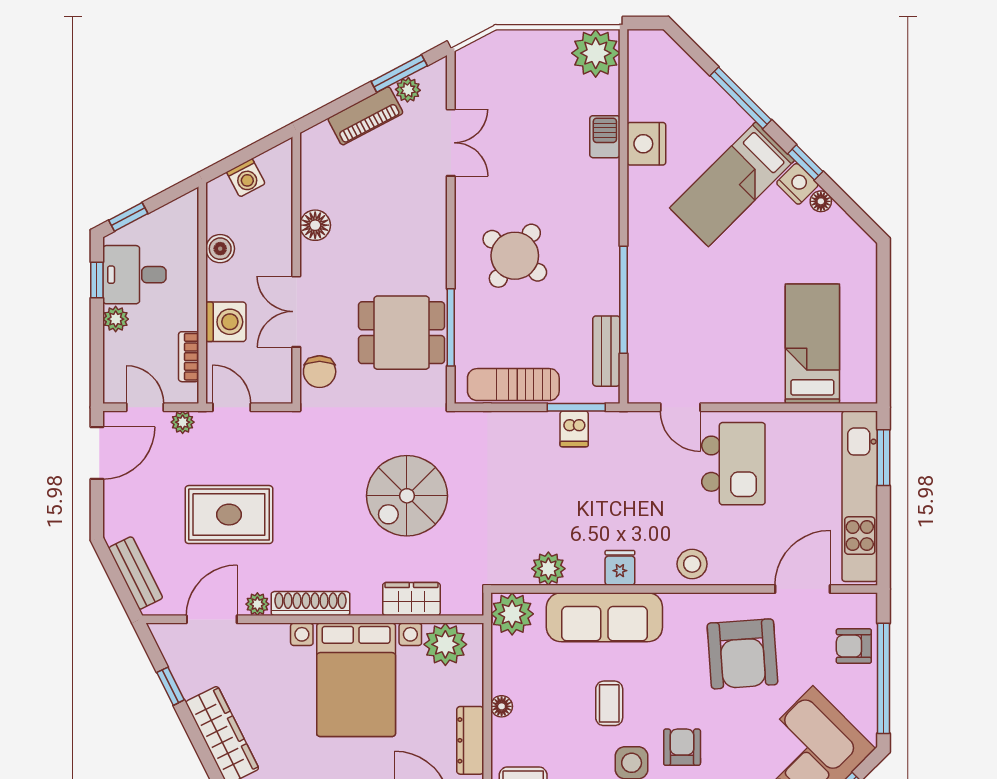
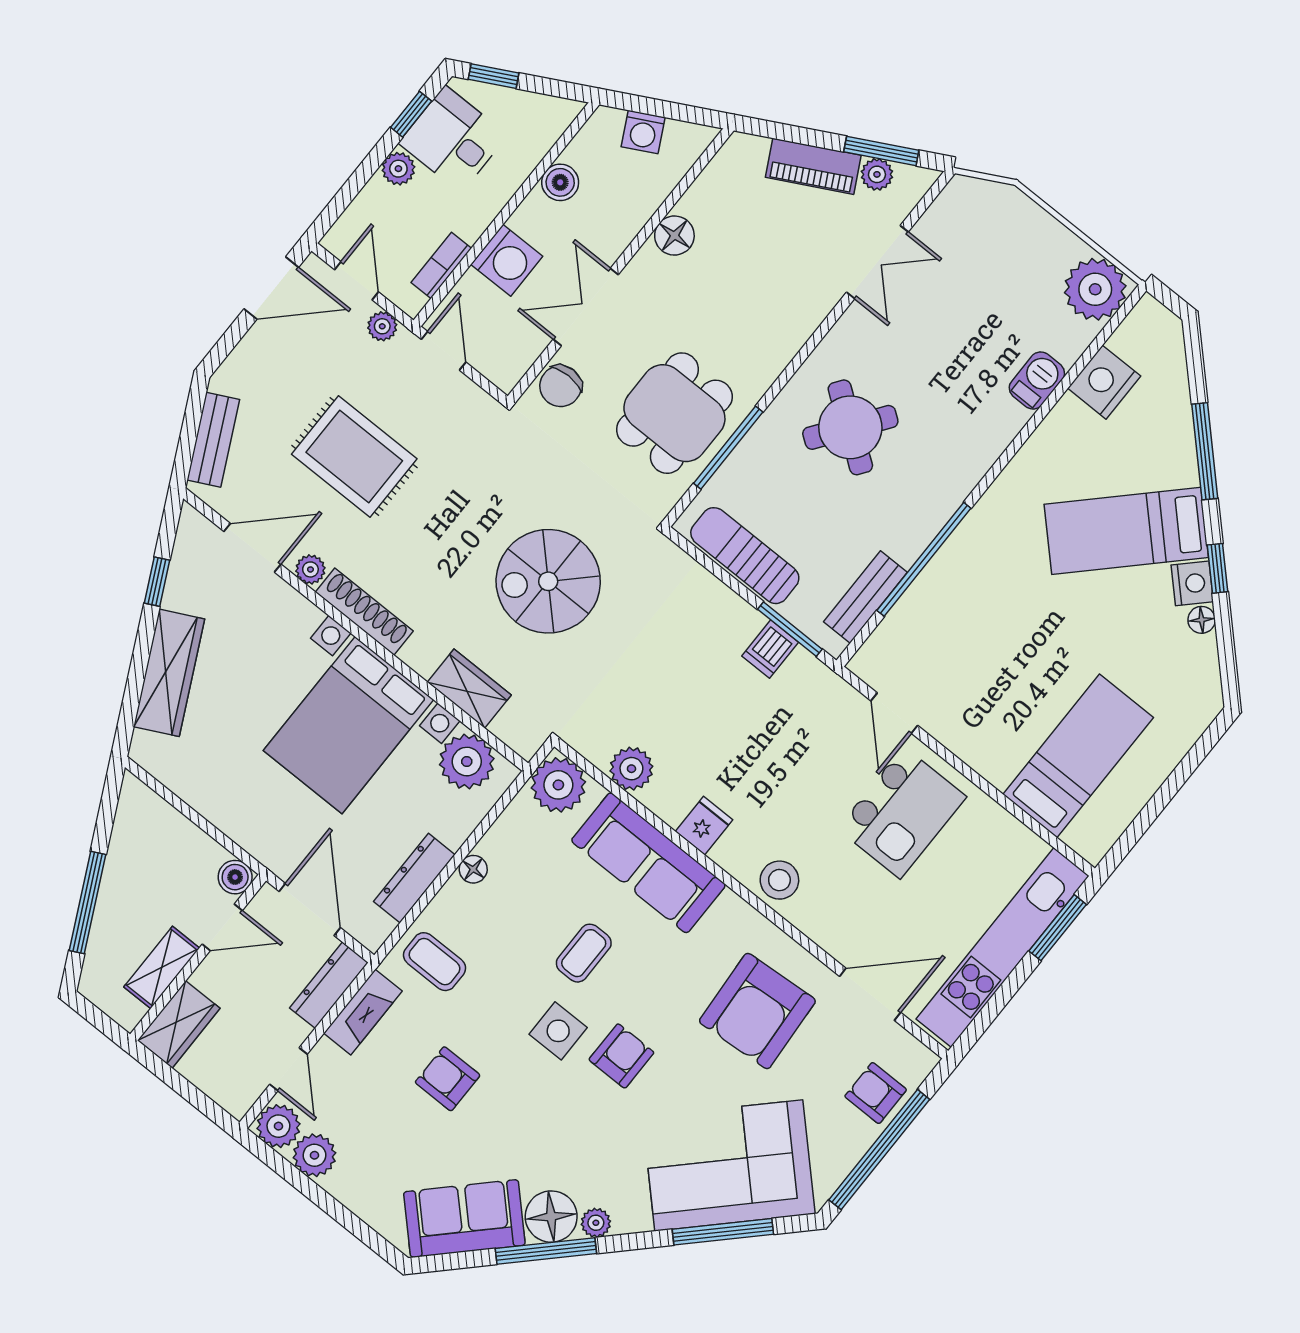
nightstand: (646, 144) -> (1104, 382), moved
dining table: (402, 333) -> (674, 413), turned 90

